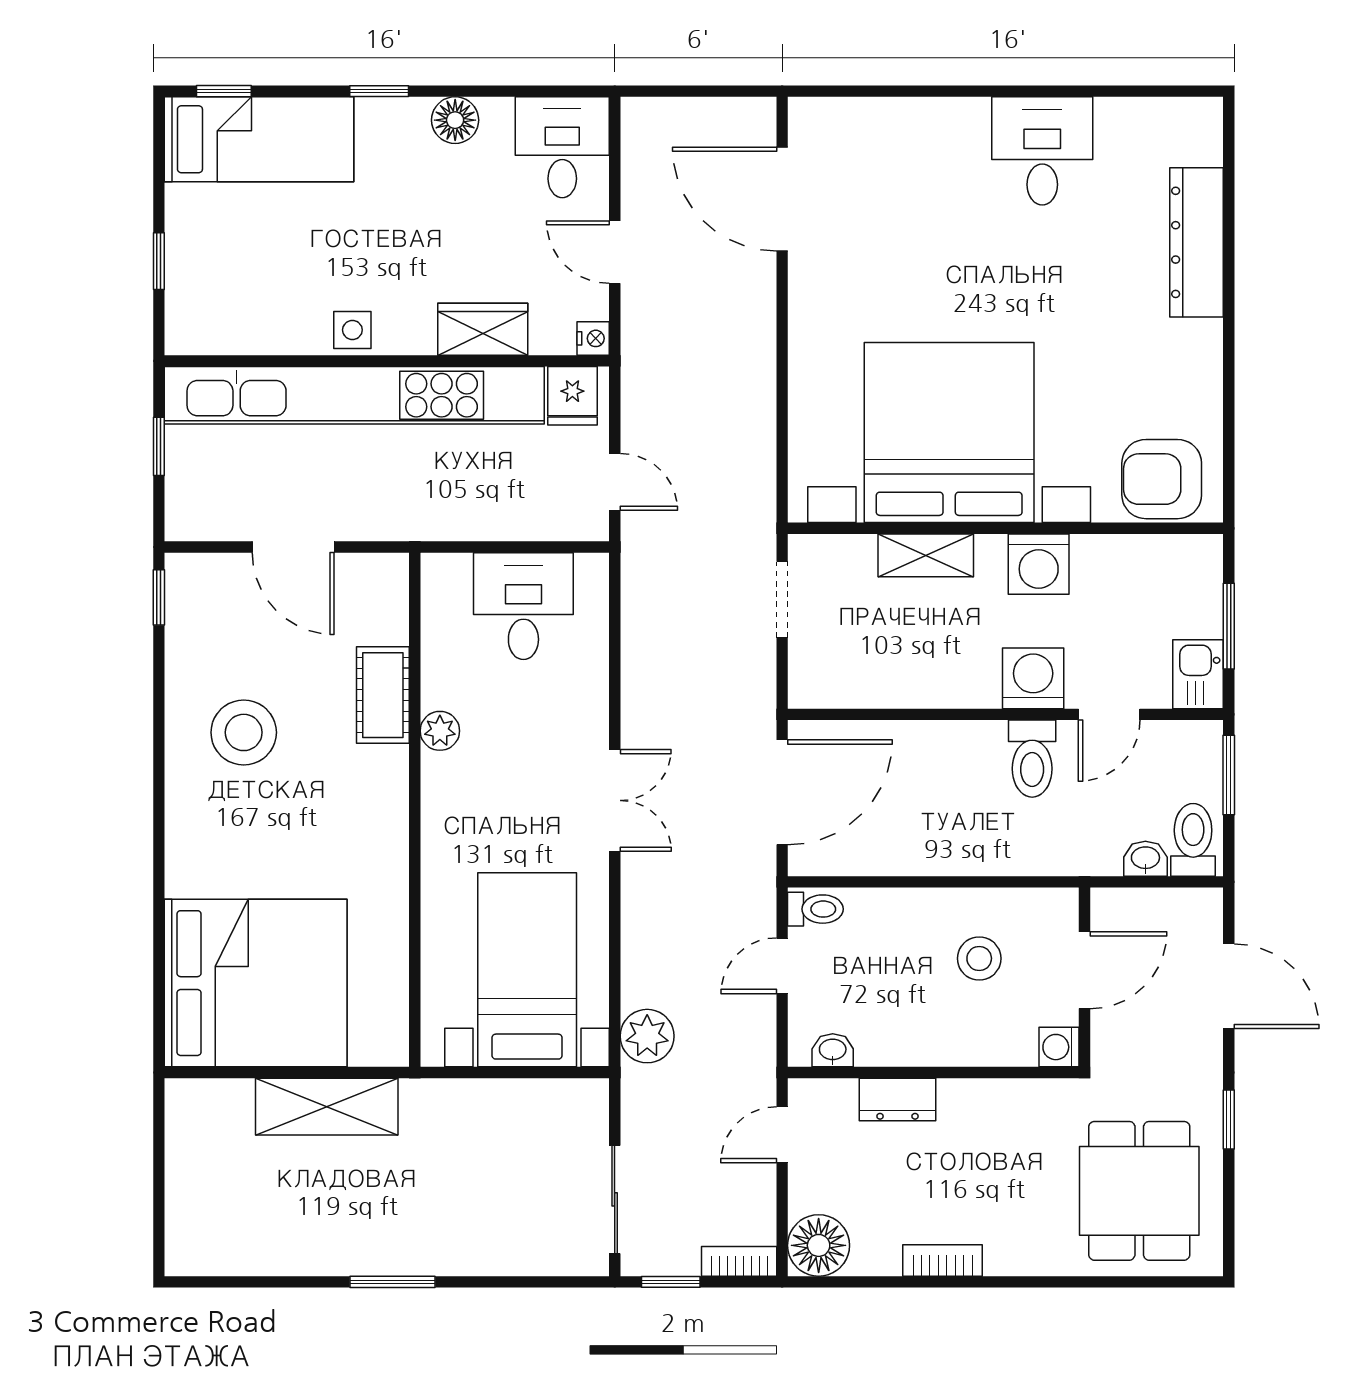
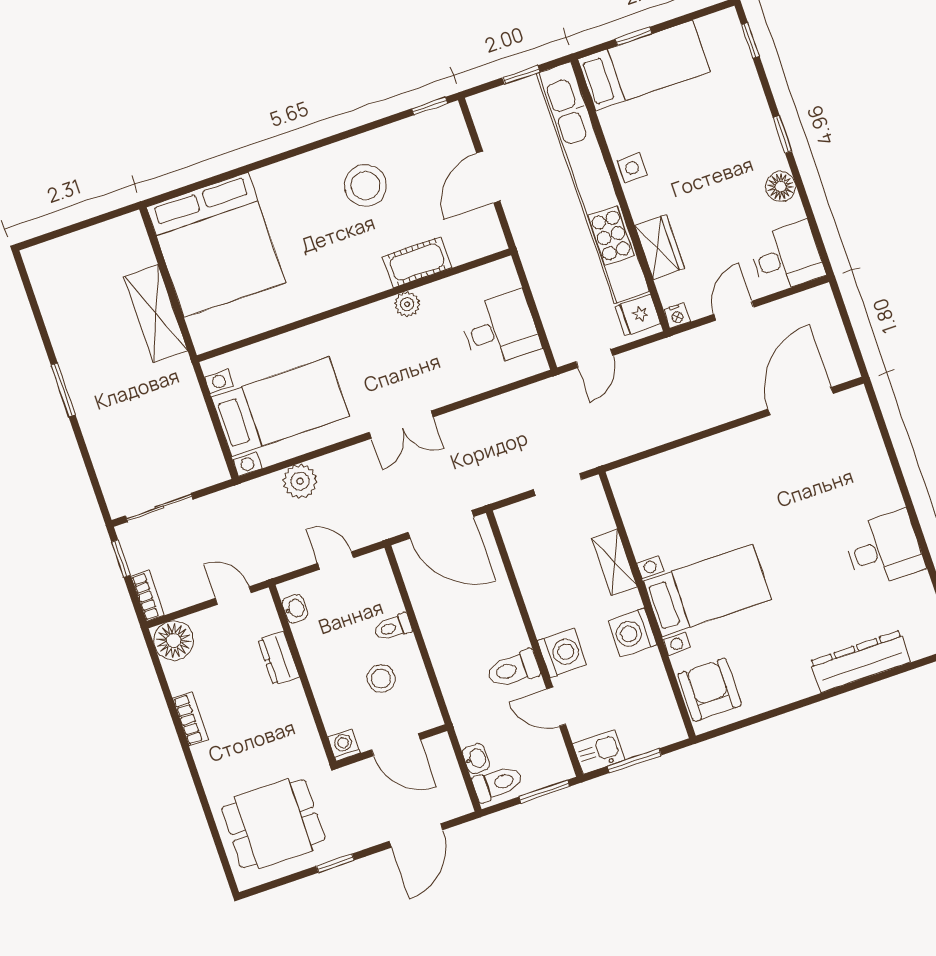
bed: (259, 139) -> (644, 65), moved, turned -90
bed with nightstands: (949, 433) -> (707, 590), width x0.54
toilet: (815, 909) -> (393, 627), moved, turned 90
plant: (647, 1036) -> (300, 481), moved

